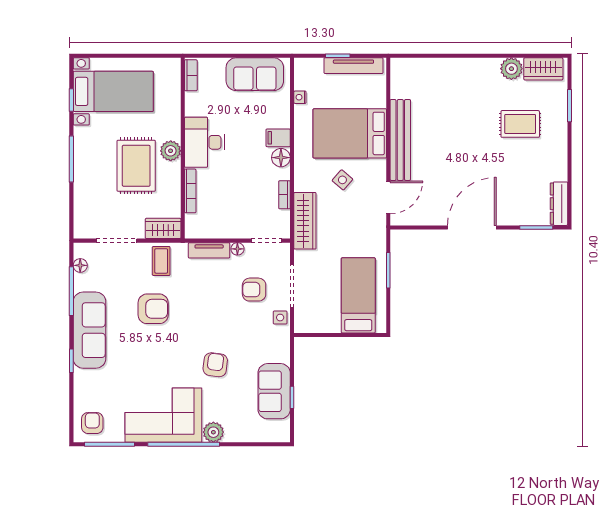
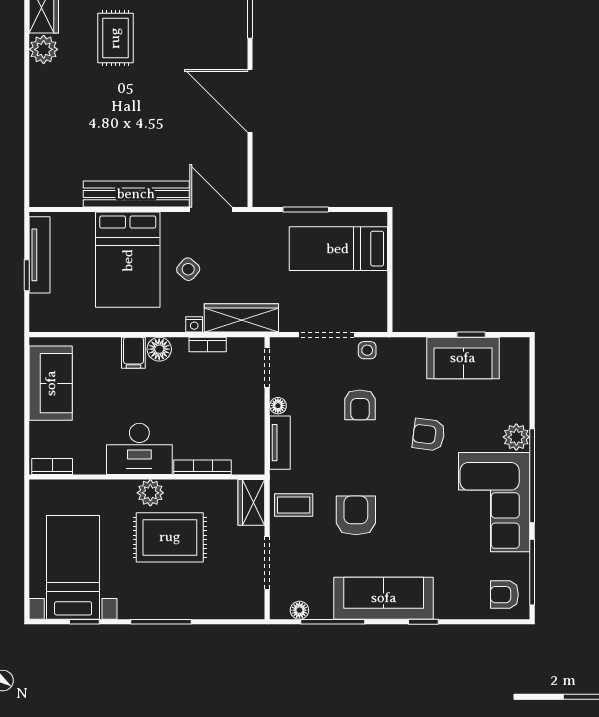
nightstand: (300, 97) -> (194, 324), moved
armchair: (254, 290) -> (360, 405), moved

